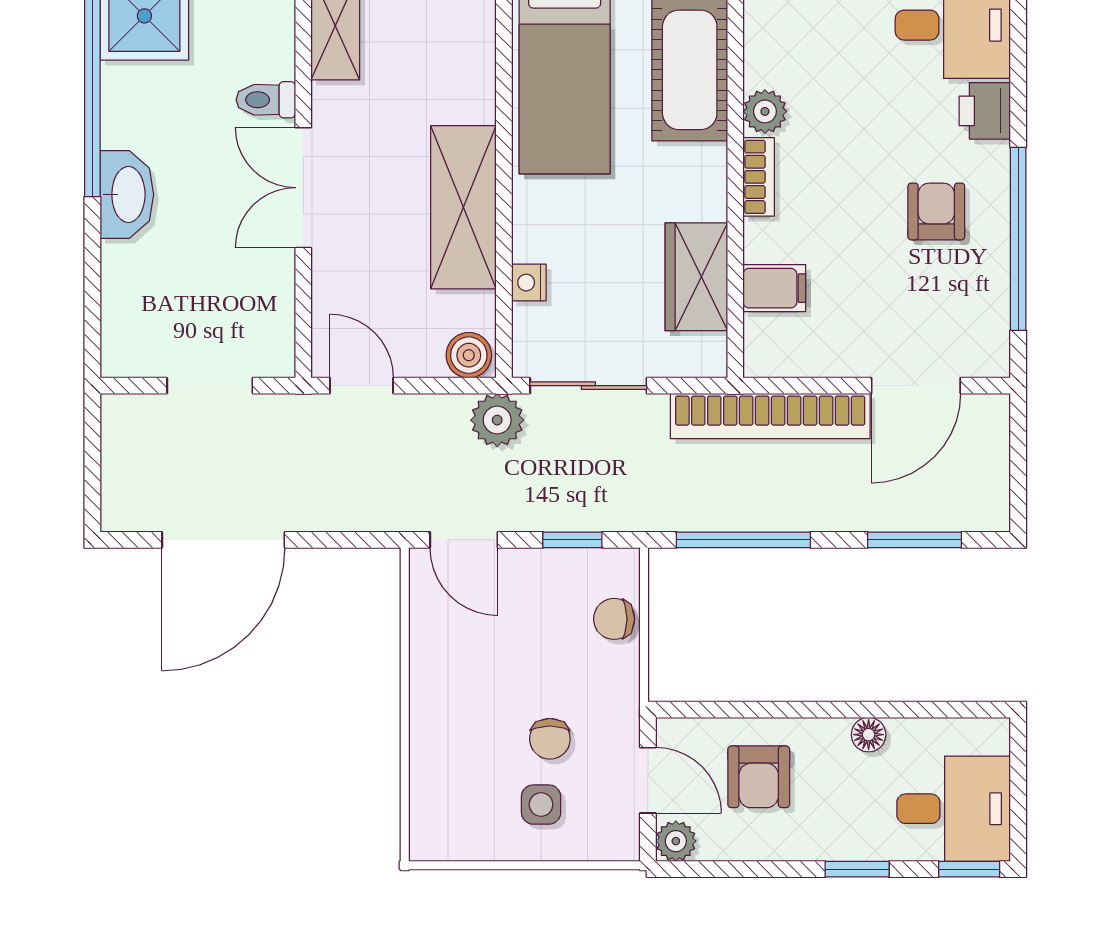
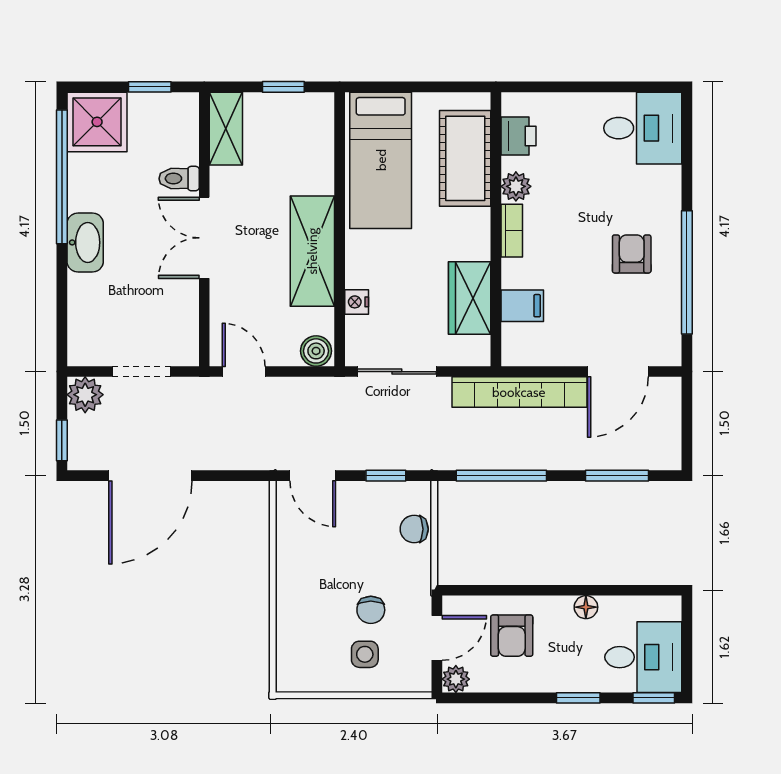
printer: (985, 111) -> (518, 136), moved, turned 180
plant: (497, 420) -> (85, 395), moved
window: (92, 488) -> (62, 440), added
door: (648, 780) -> (437, 638), hinge flipped

